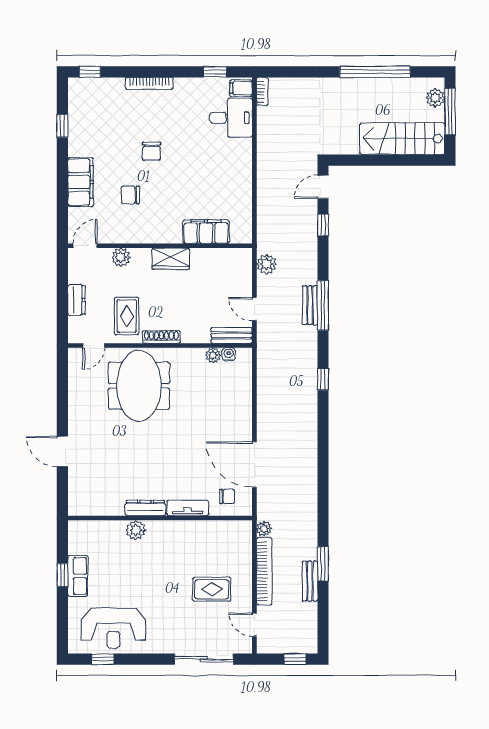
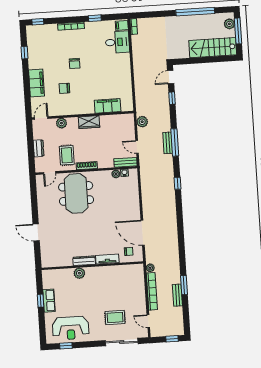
window: (215, 72) -> (95, 18), moved
rug: (212, 589) -> (115, 317), moved

